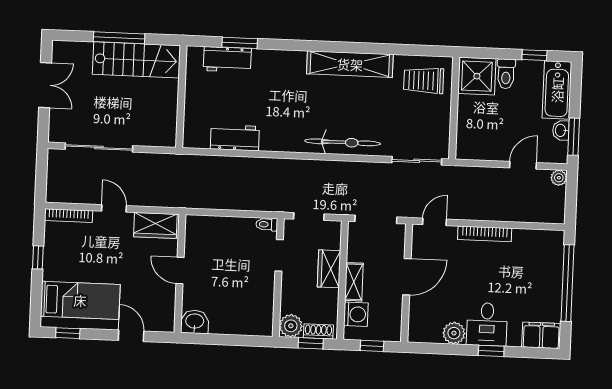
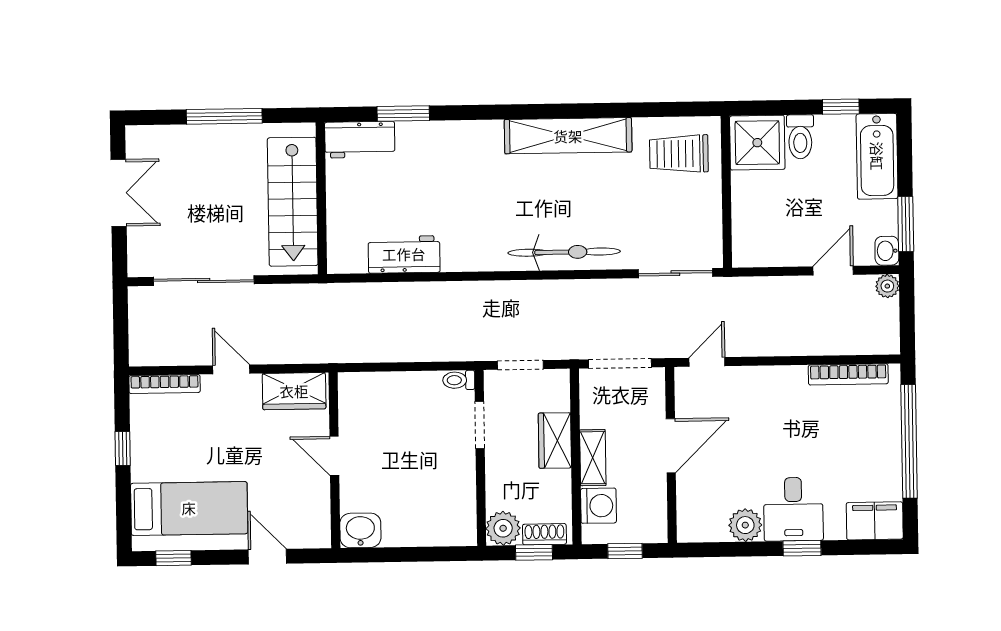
workbench: (227, 59) -> (360, 140), moved
stairs: (136, 60) -> (293, 202), moved, turned 90
washbasin: (561, 130) -> (887, 251), moved
bookcase: (485, 234) -> (848, 374), moved

